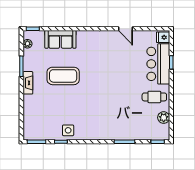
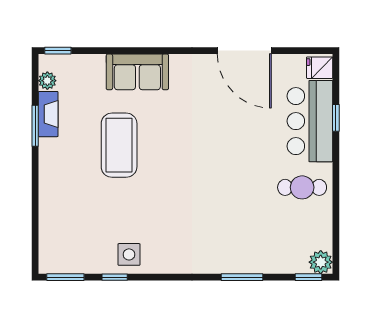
door: (126, 29) -> (244, 51), width x1.87
sofa: (60, 39) -> (137, 72), moved
coffee table: (63, 76) -> (119, 145), turned 90
fireplace: (28, 83) -> (48, 114), moved
plant: (164, 118) -> (321, 262), moved

